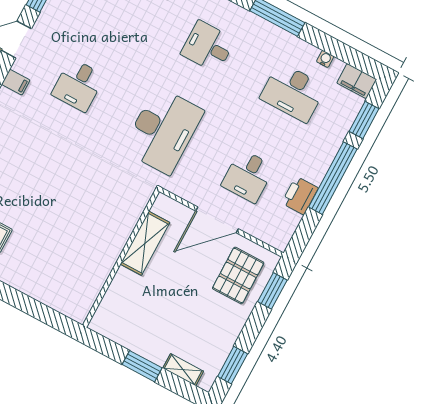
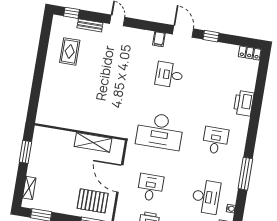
desk: (293, 92) -> (206, 197), turned 180
desk: (248, 176) -> (150, 187), turned 90
window: (142, 366) -> (25, 152), moved

